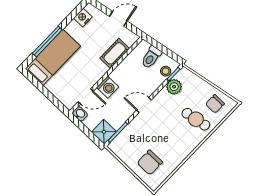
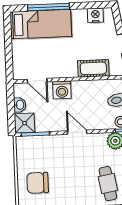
washbasin: (80, 114) -> (20, 105), moved

